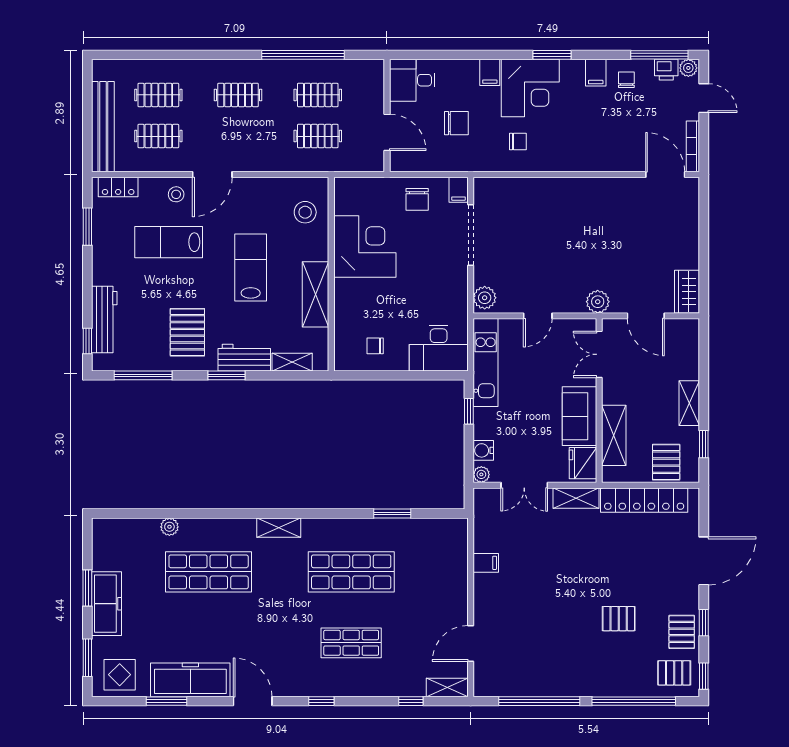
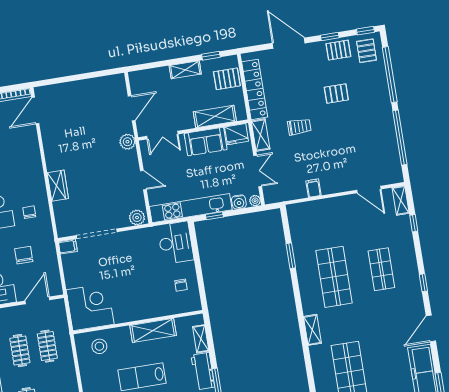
chair: (417, 199) -> (79, 273), removed
corner desk: (365, 246) -> (90, 307), moved, turned 90
wardrobe: (687, 292) -> (58, 186), moved, turned -90
kitchen unit: (486, 363) -> (191, 208), width x1.36
trolley: (579, 556) -> (299, 127), added
pallet: (619, 619) -> (336, 94), turned 90

